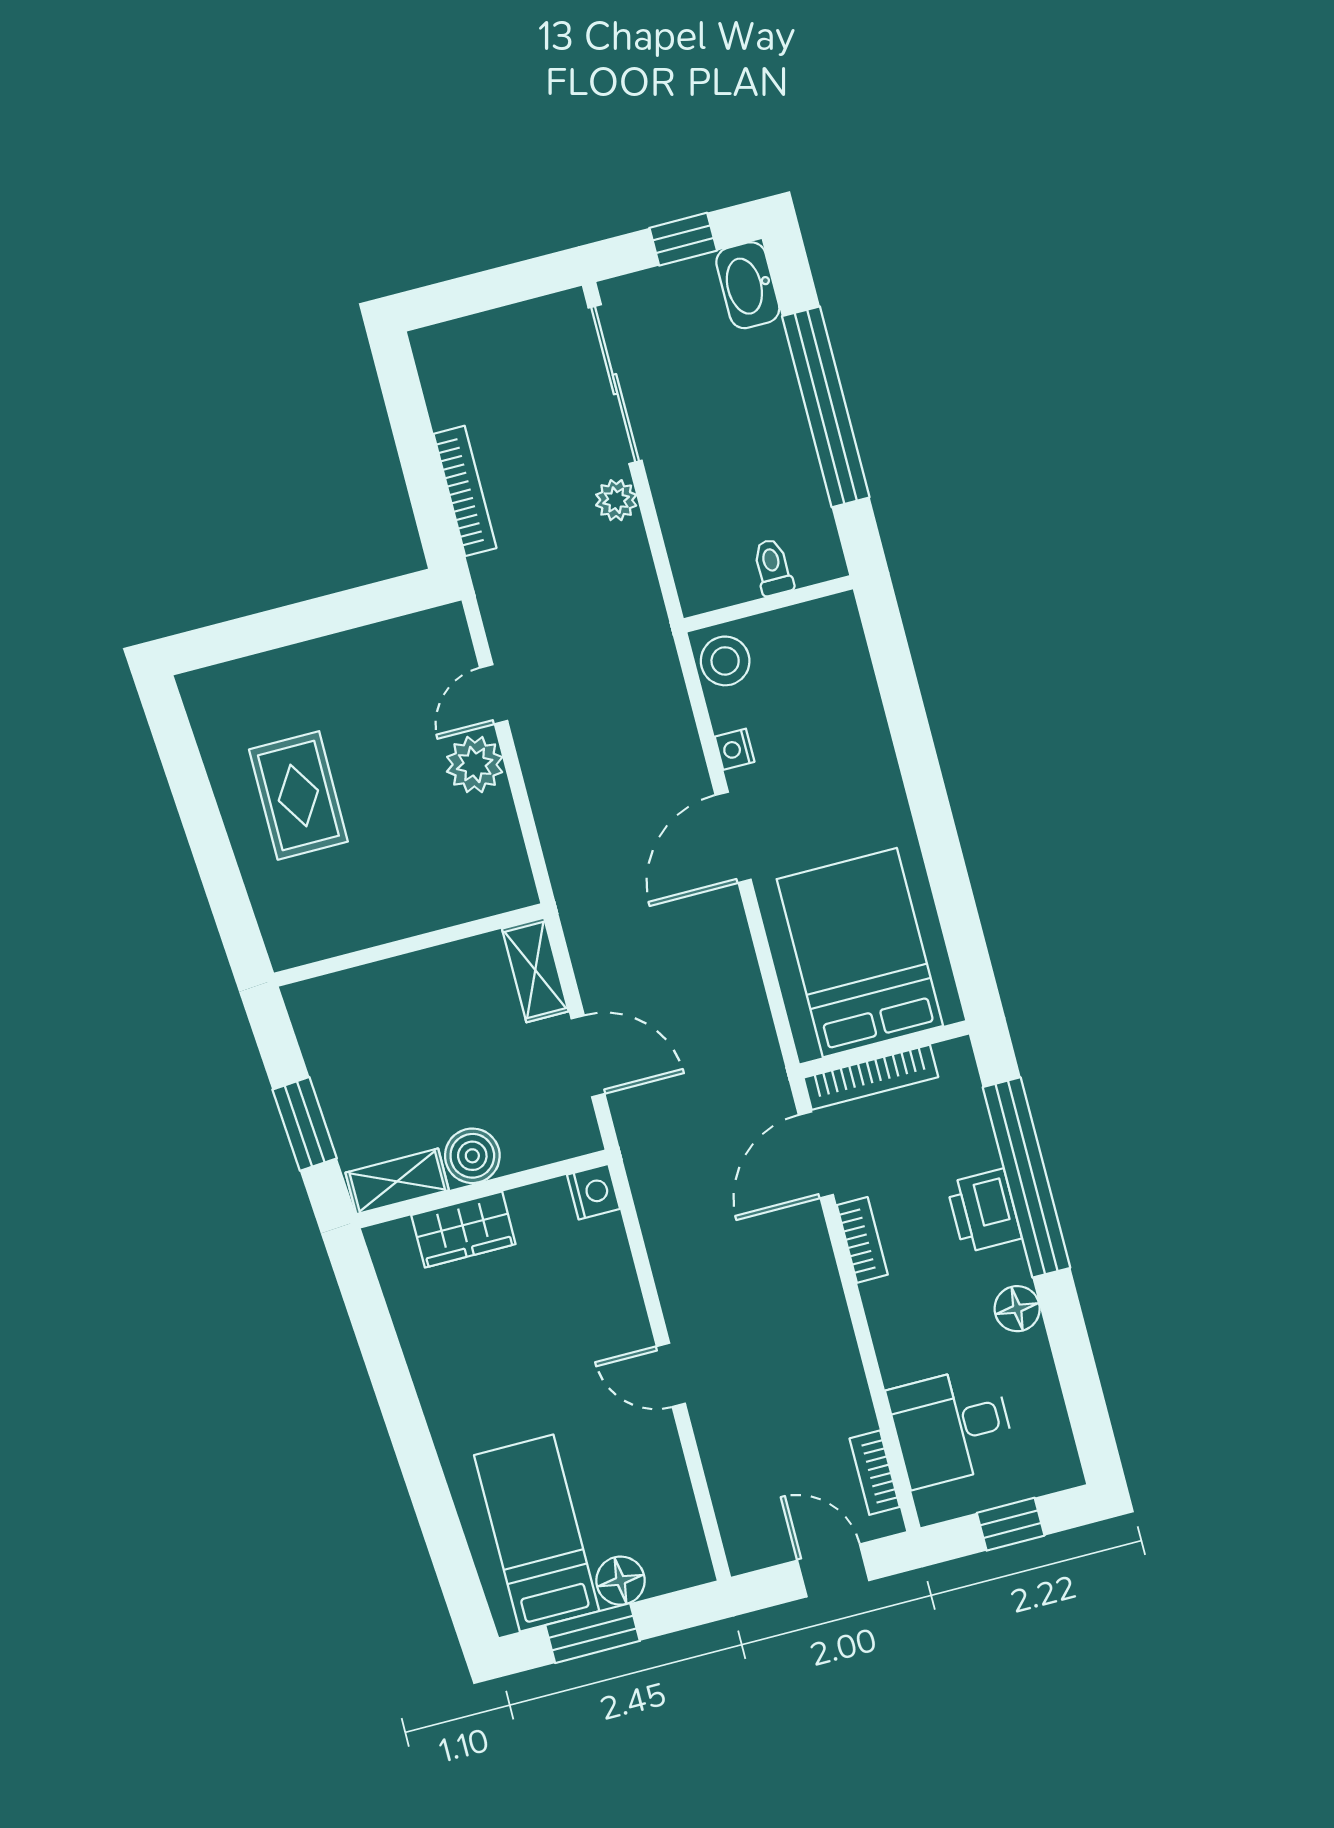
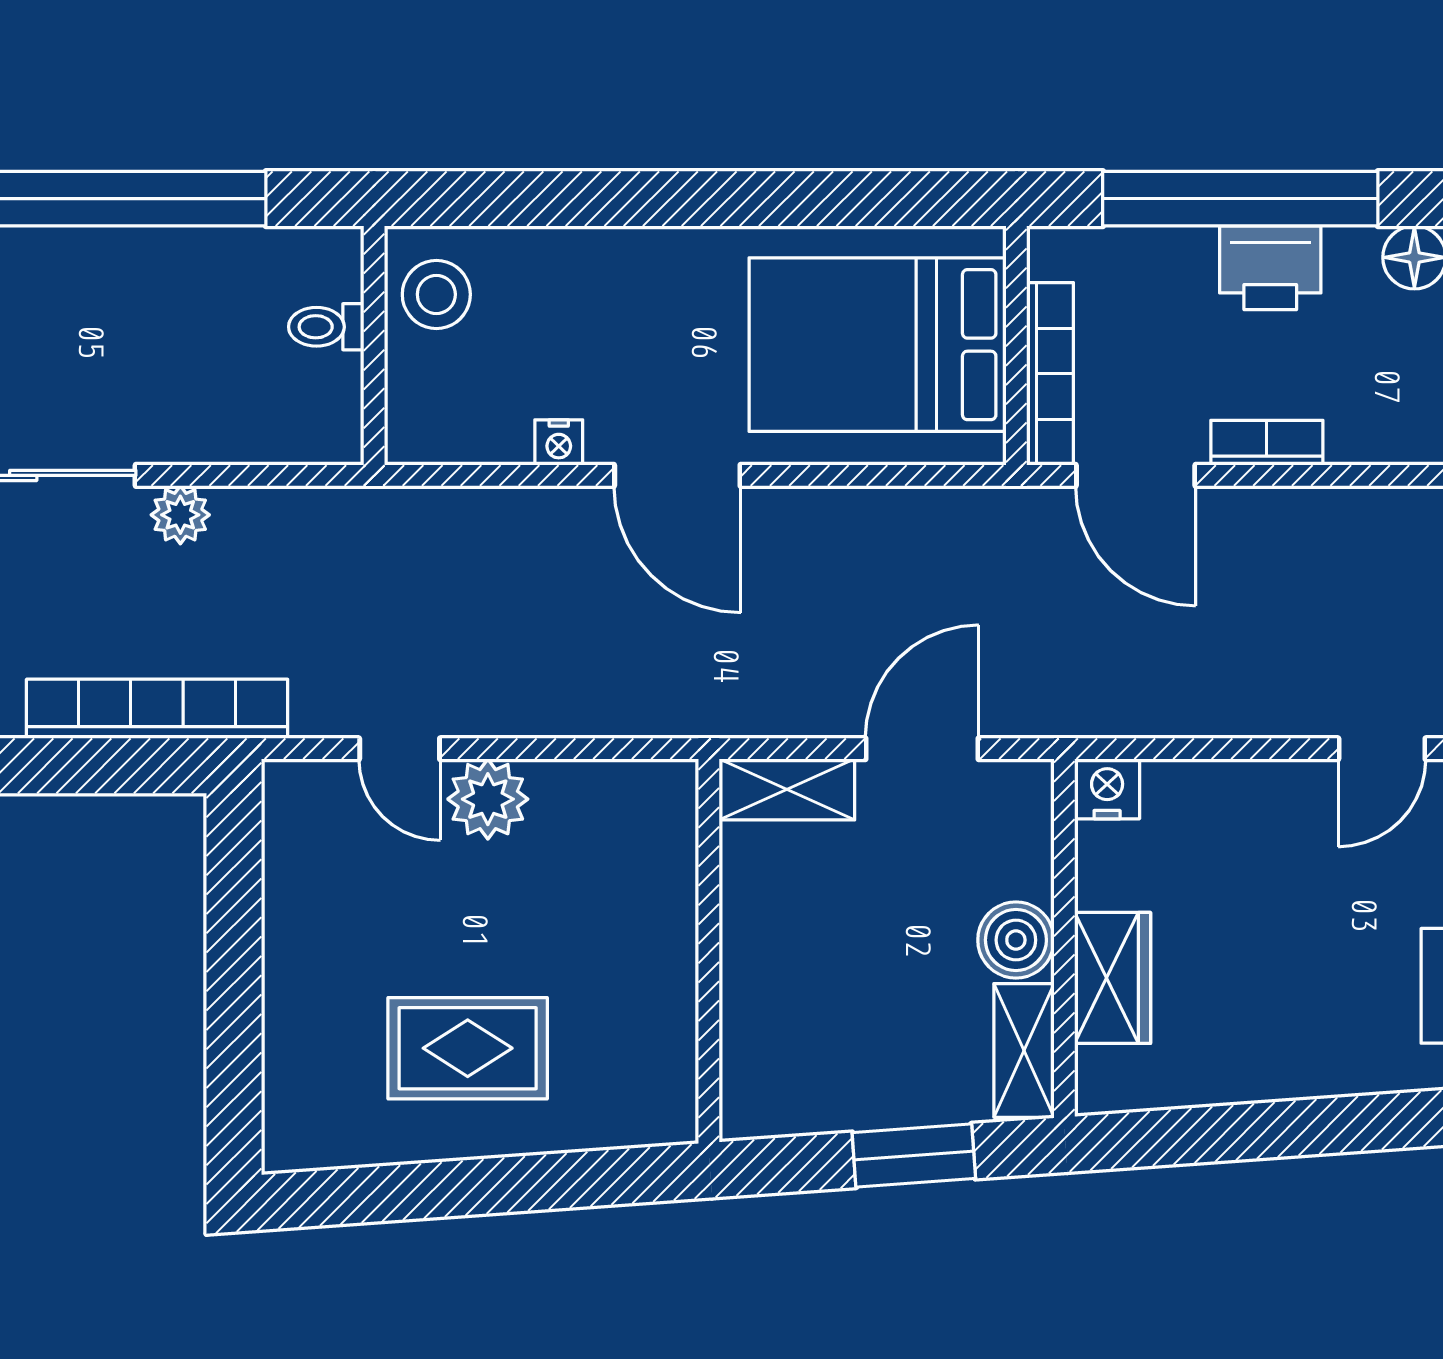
bookcase: (465, 491) -> (157, 709), width x1.48, depth x1.31
stool: (725, 661) -> (436, 294), moved

